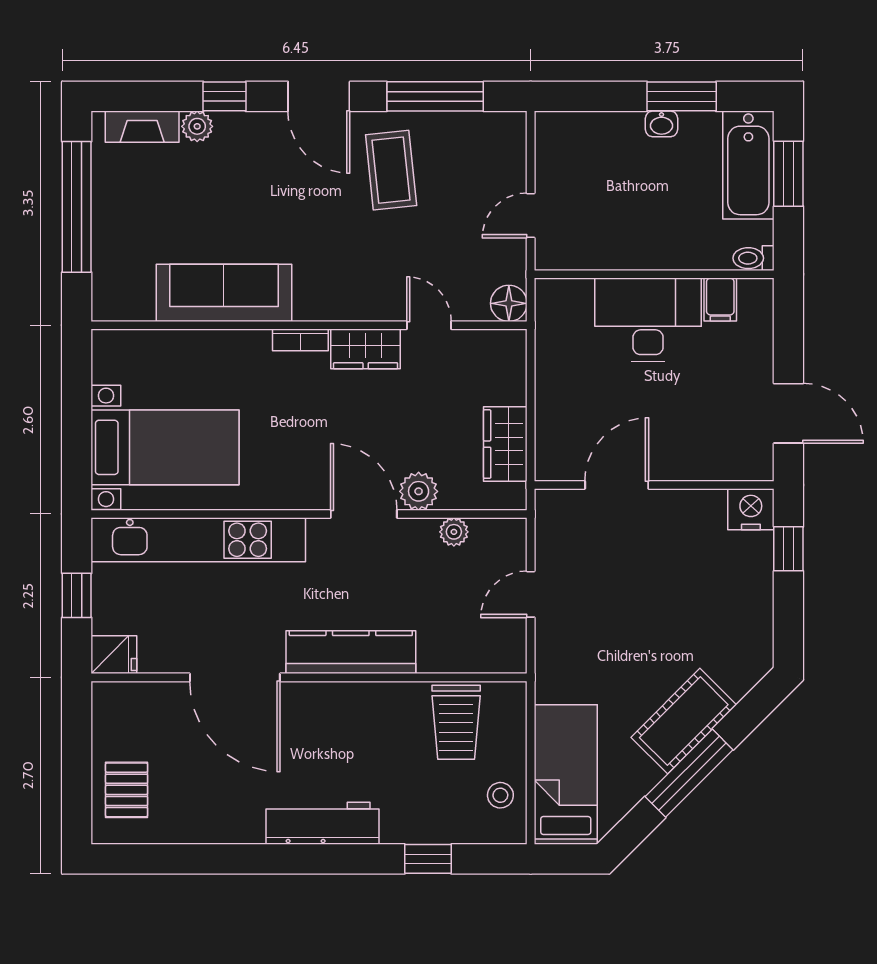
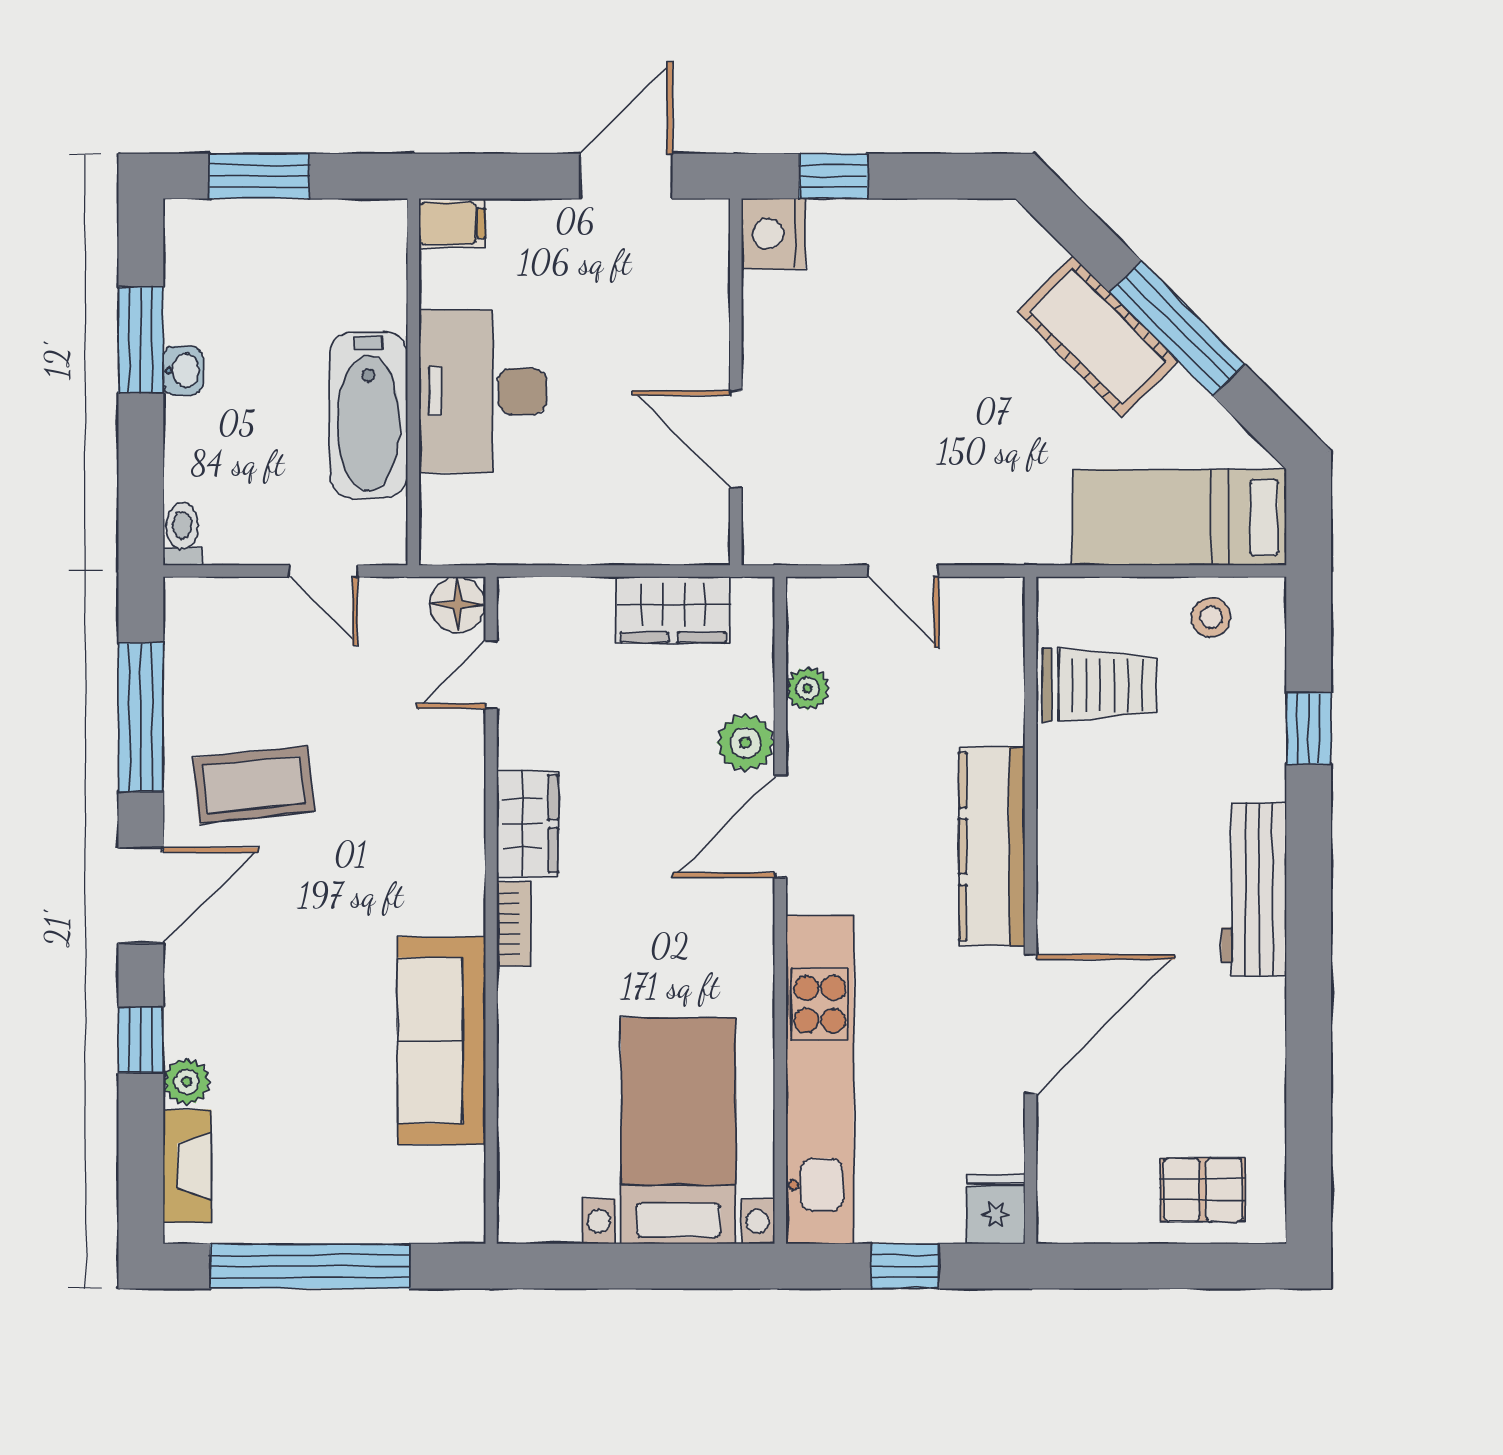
bathtub: (748, 165) -> (369, 415), moved, turned 90
toilet: (754, 258) -> (182, 534), moved, turned 180
filing cabinet: (720, 300) -> (452, 223), moved
door: (429, 325) -> (491, 674), moved

